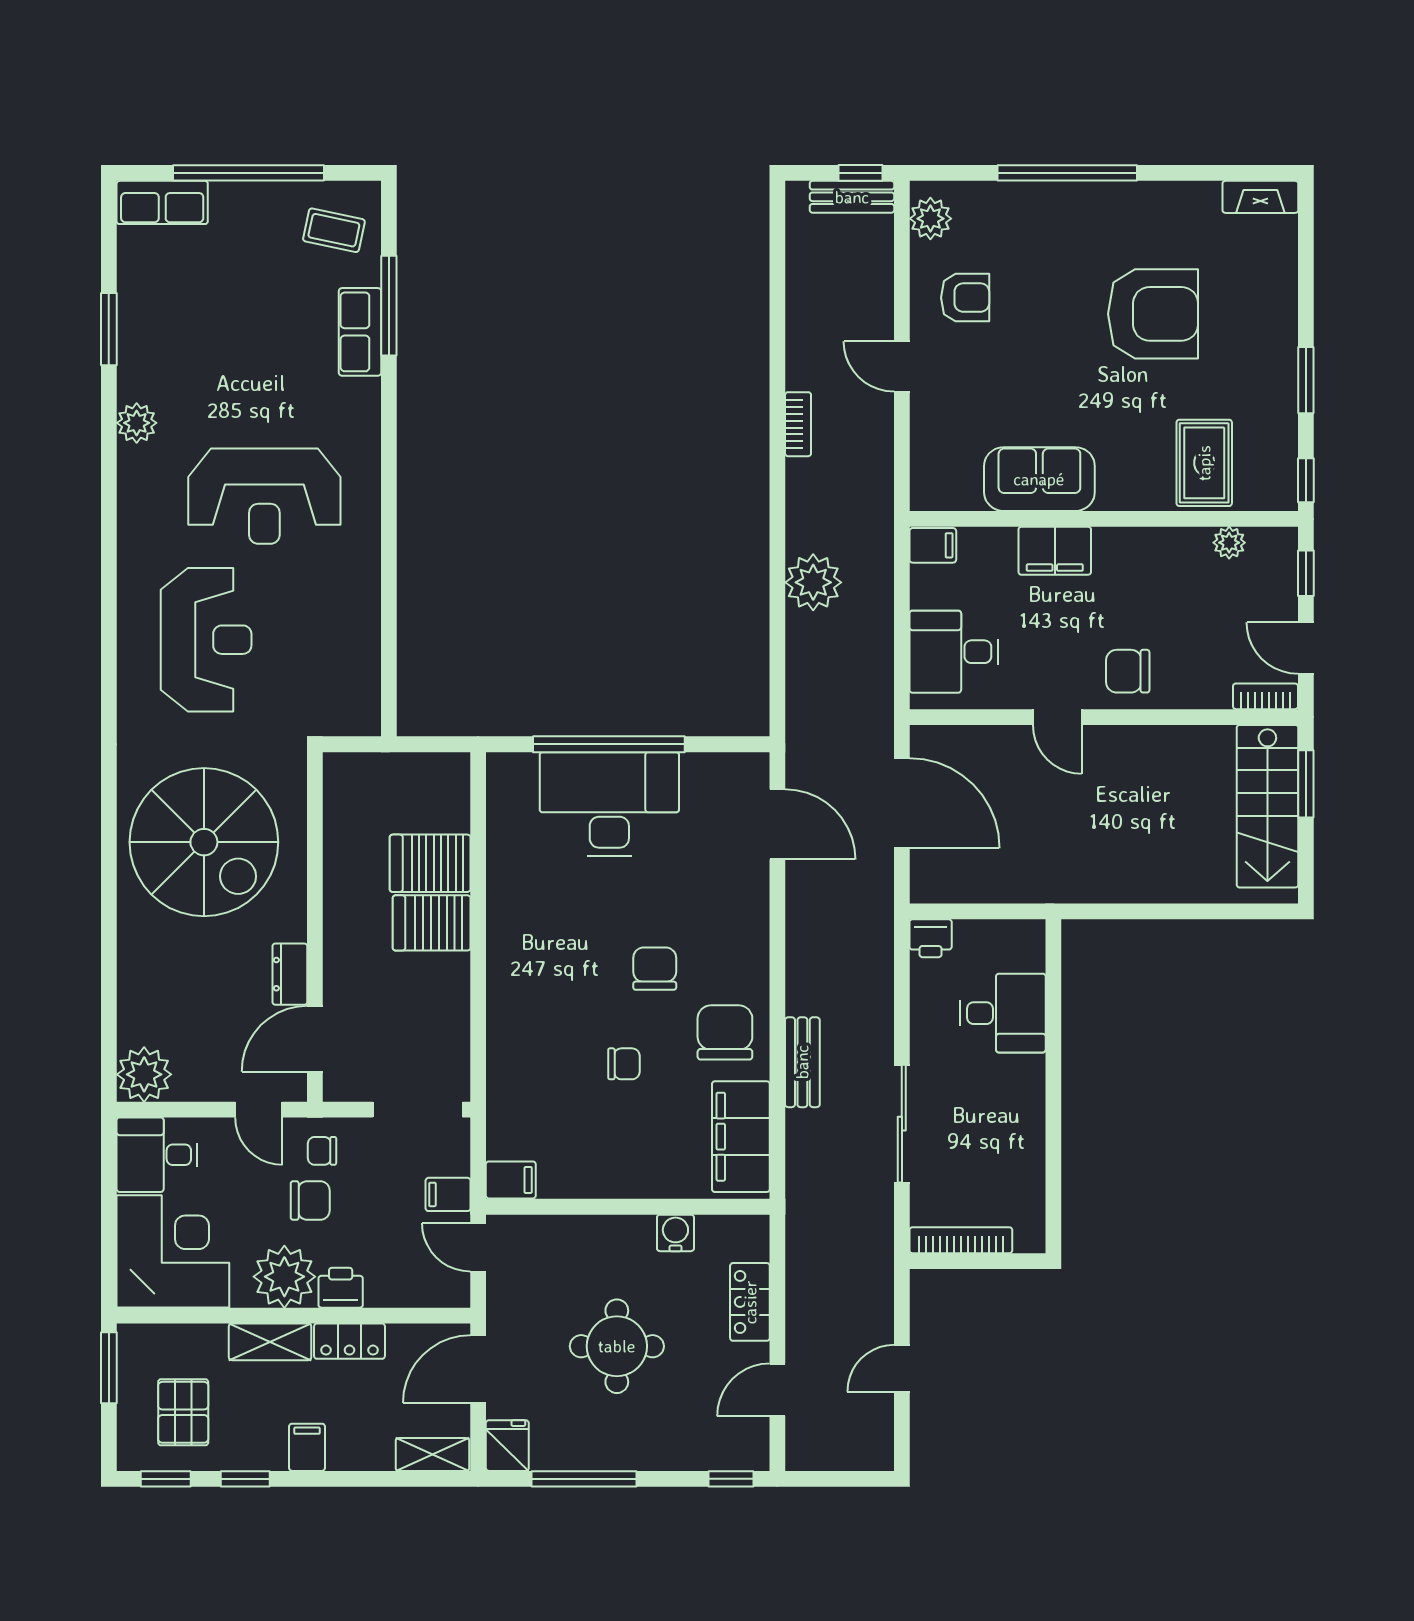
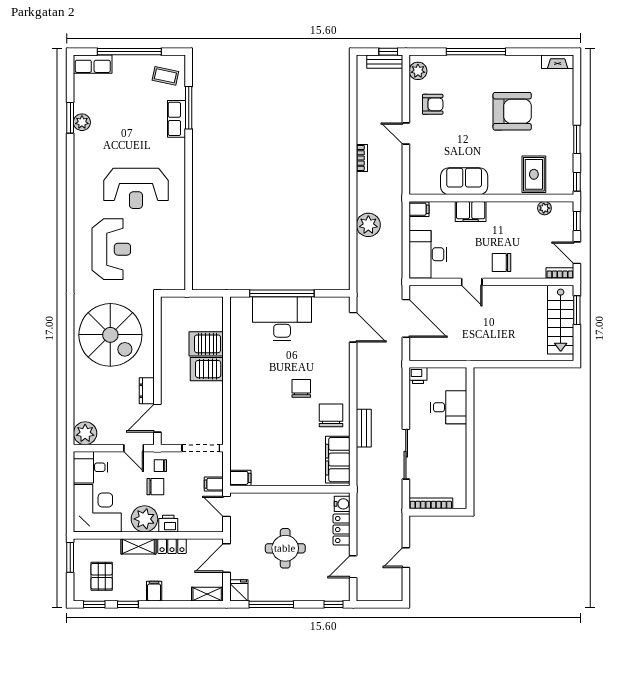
plant: (137, 423) -> (82, 122), moved
desk: (954, 652) -> (428, 254), width x1.37
chair: (624, 1064) -> (288, 429), removed
water cooler: (675, 1233) -> (342, 504), moved, turned 90

